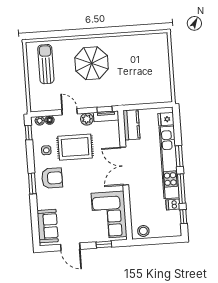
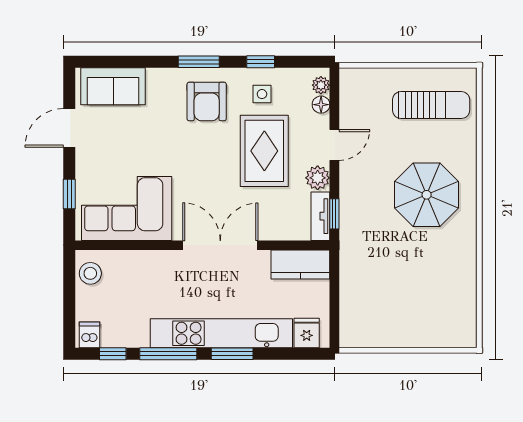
window: (29, 133) -> (261, 62), moved
dishwasher: (173, 204) -> (90, 335), moved

